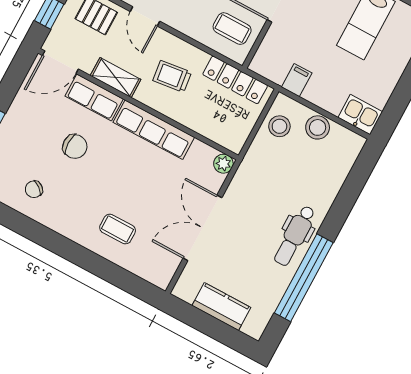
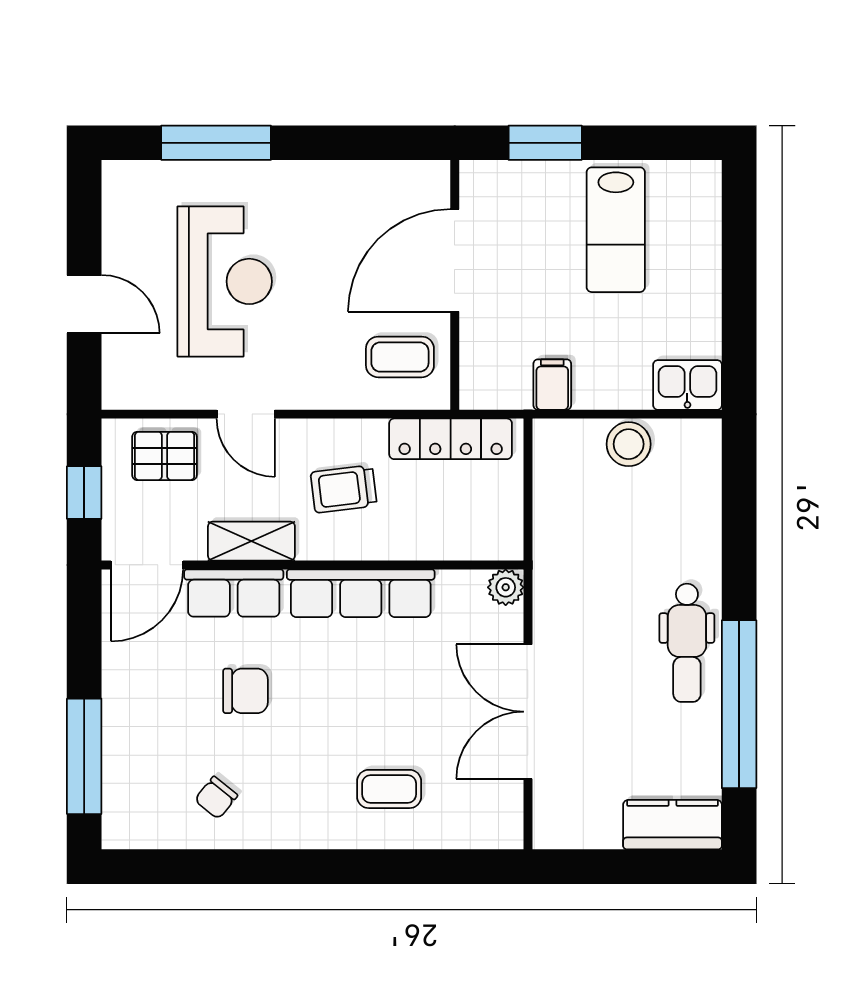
stool: (279, 126) -> (565, 476), removed
kitchen counter: (221, 307) -> (673, 825), moved

